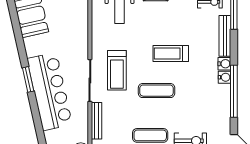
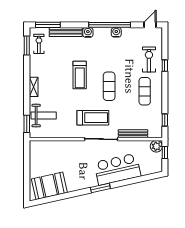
water cooler: (225, 77) -> (116, 32), moved
bar counter: (50, 91) -> (117, 169), width x0.73

